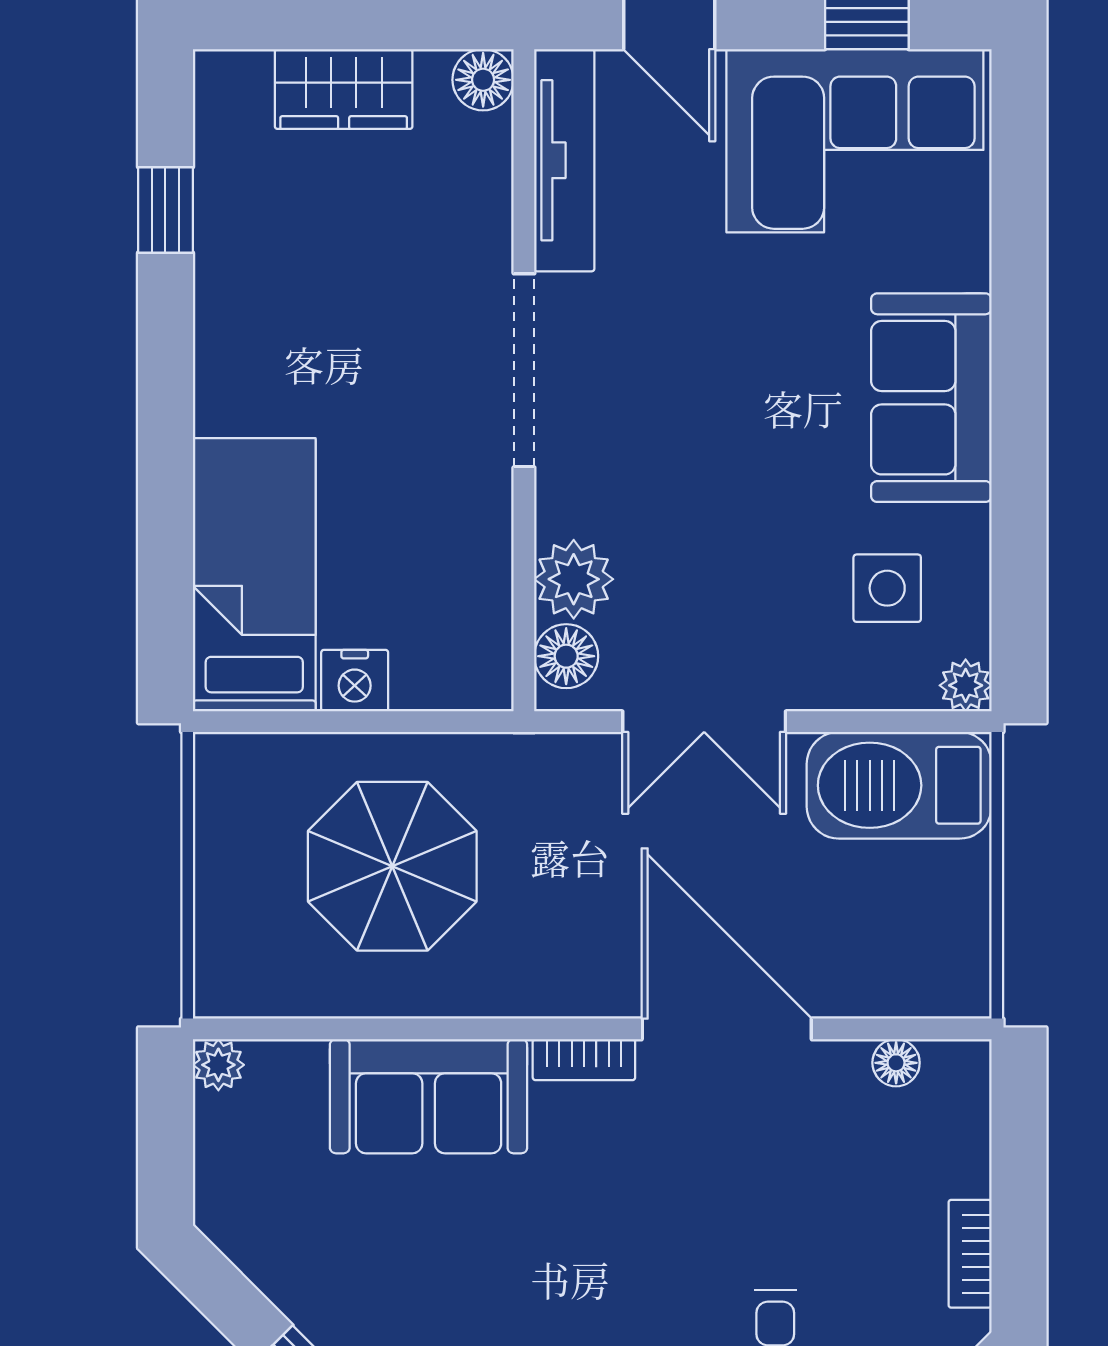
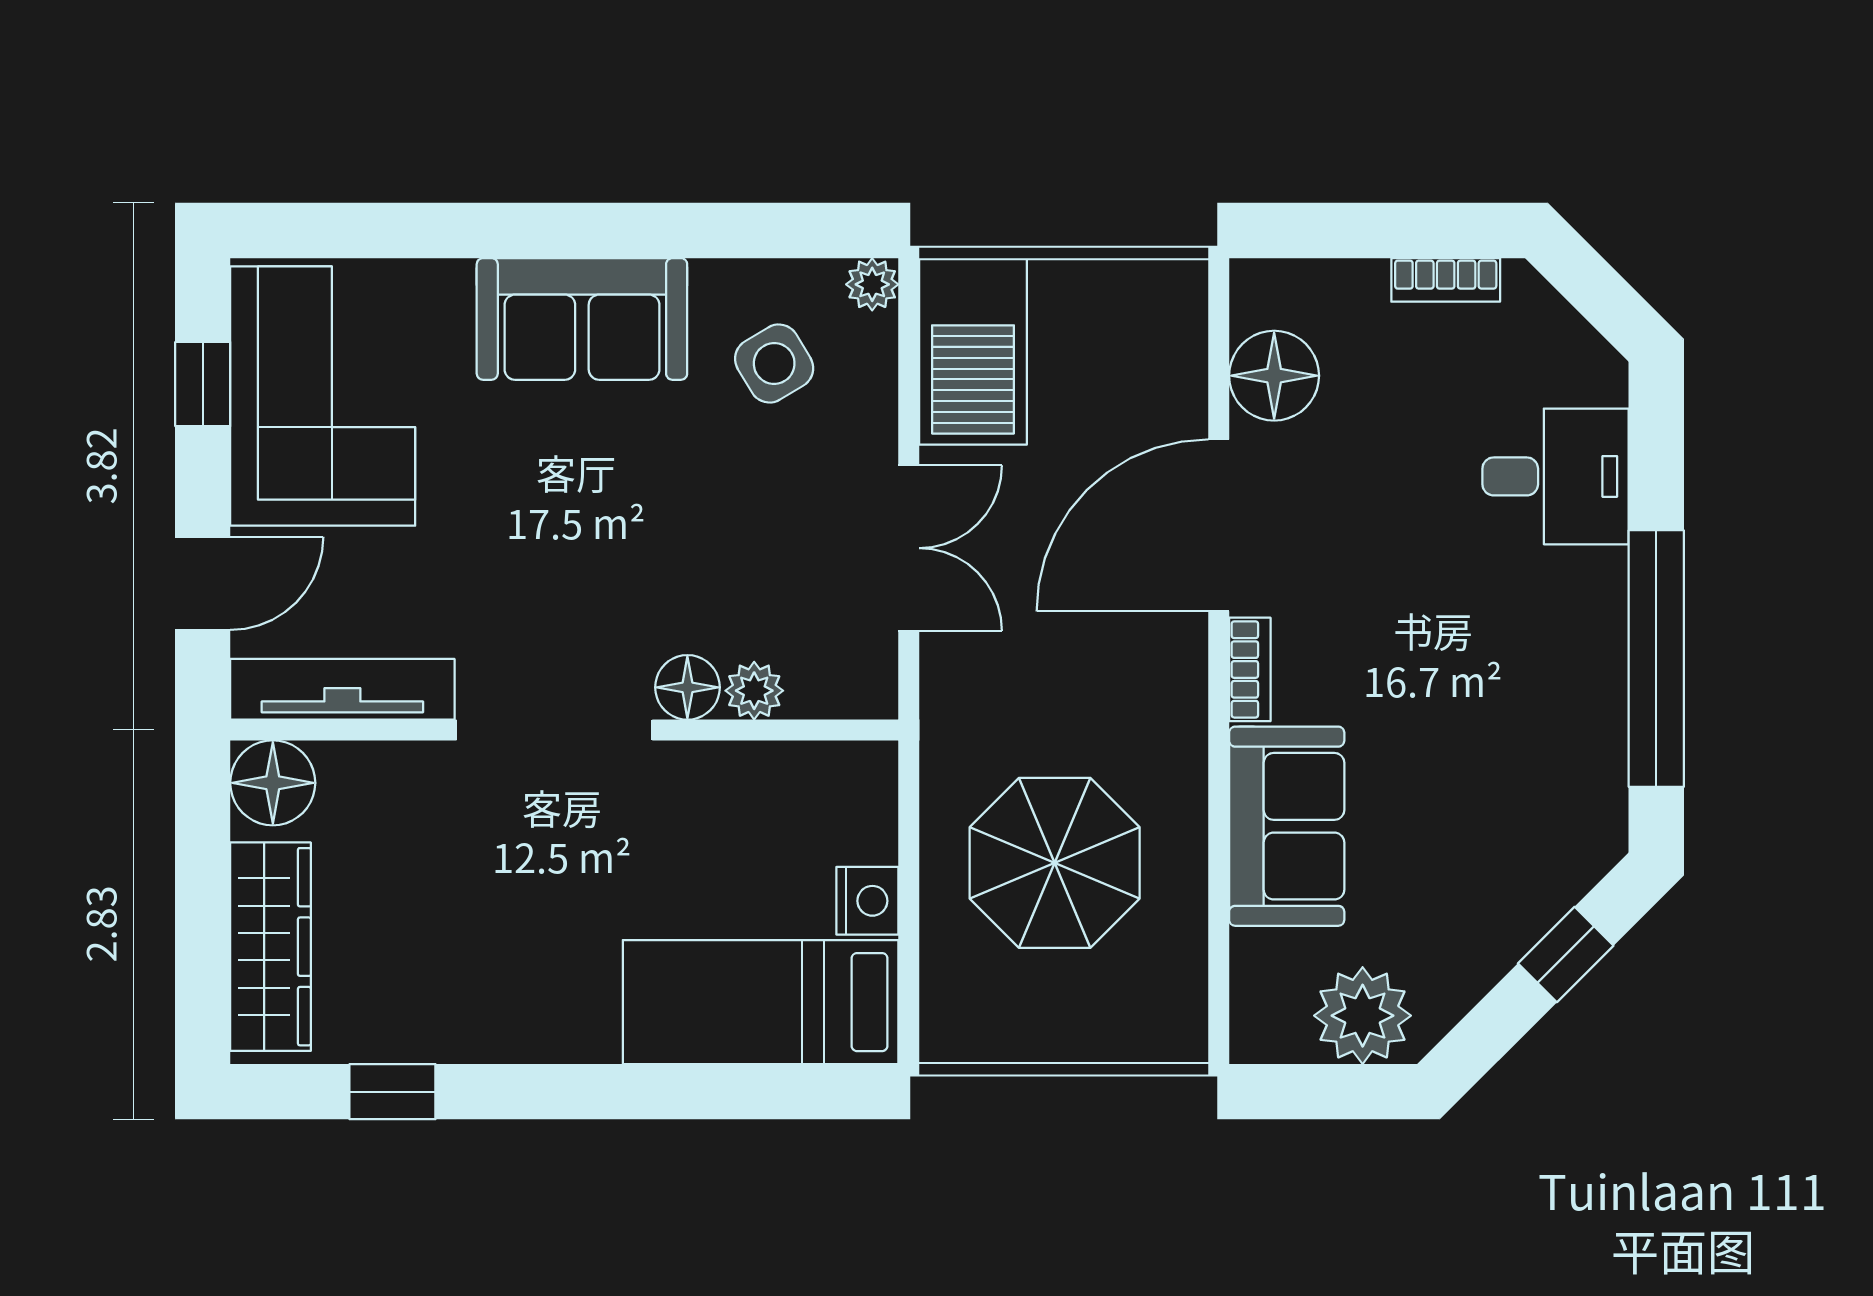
floor lamp: (483, 80) -> (273, 783), width x1.38, depth x1.38
wardrobe: (344, 89) -> (271, 947), width x1.50
plant: (574, 579) -> (754, 691), width x0.73, depth x0.73
side table: (887, 588) -> (774, 363), turned -31
floor lamp: (566, 656) -> (687, 687), moved
floor lamp: (896, 1063) -> (1274, 376), width x1.89, depth x1.89
plant: (218, 1065) -> (1363, 1016), moved, width x1.88, depth x1.88

